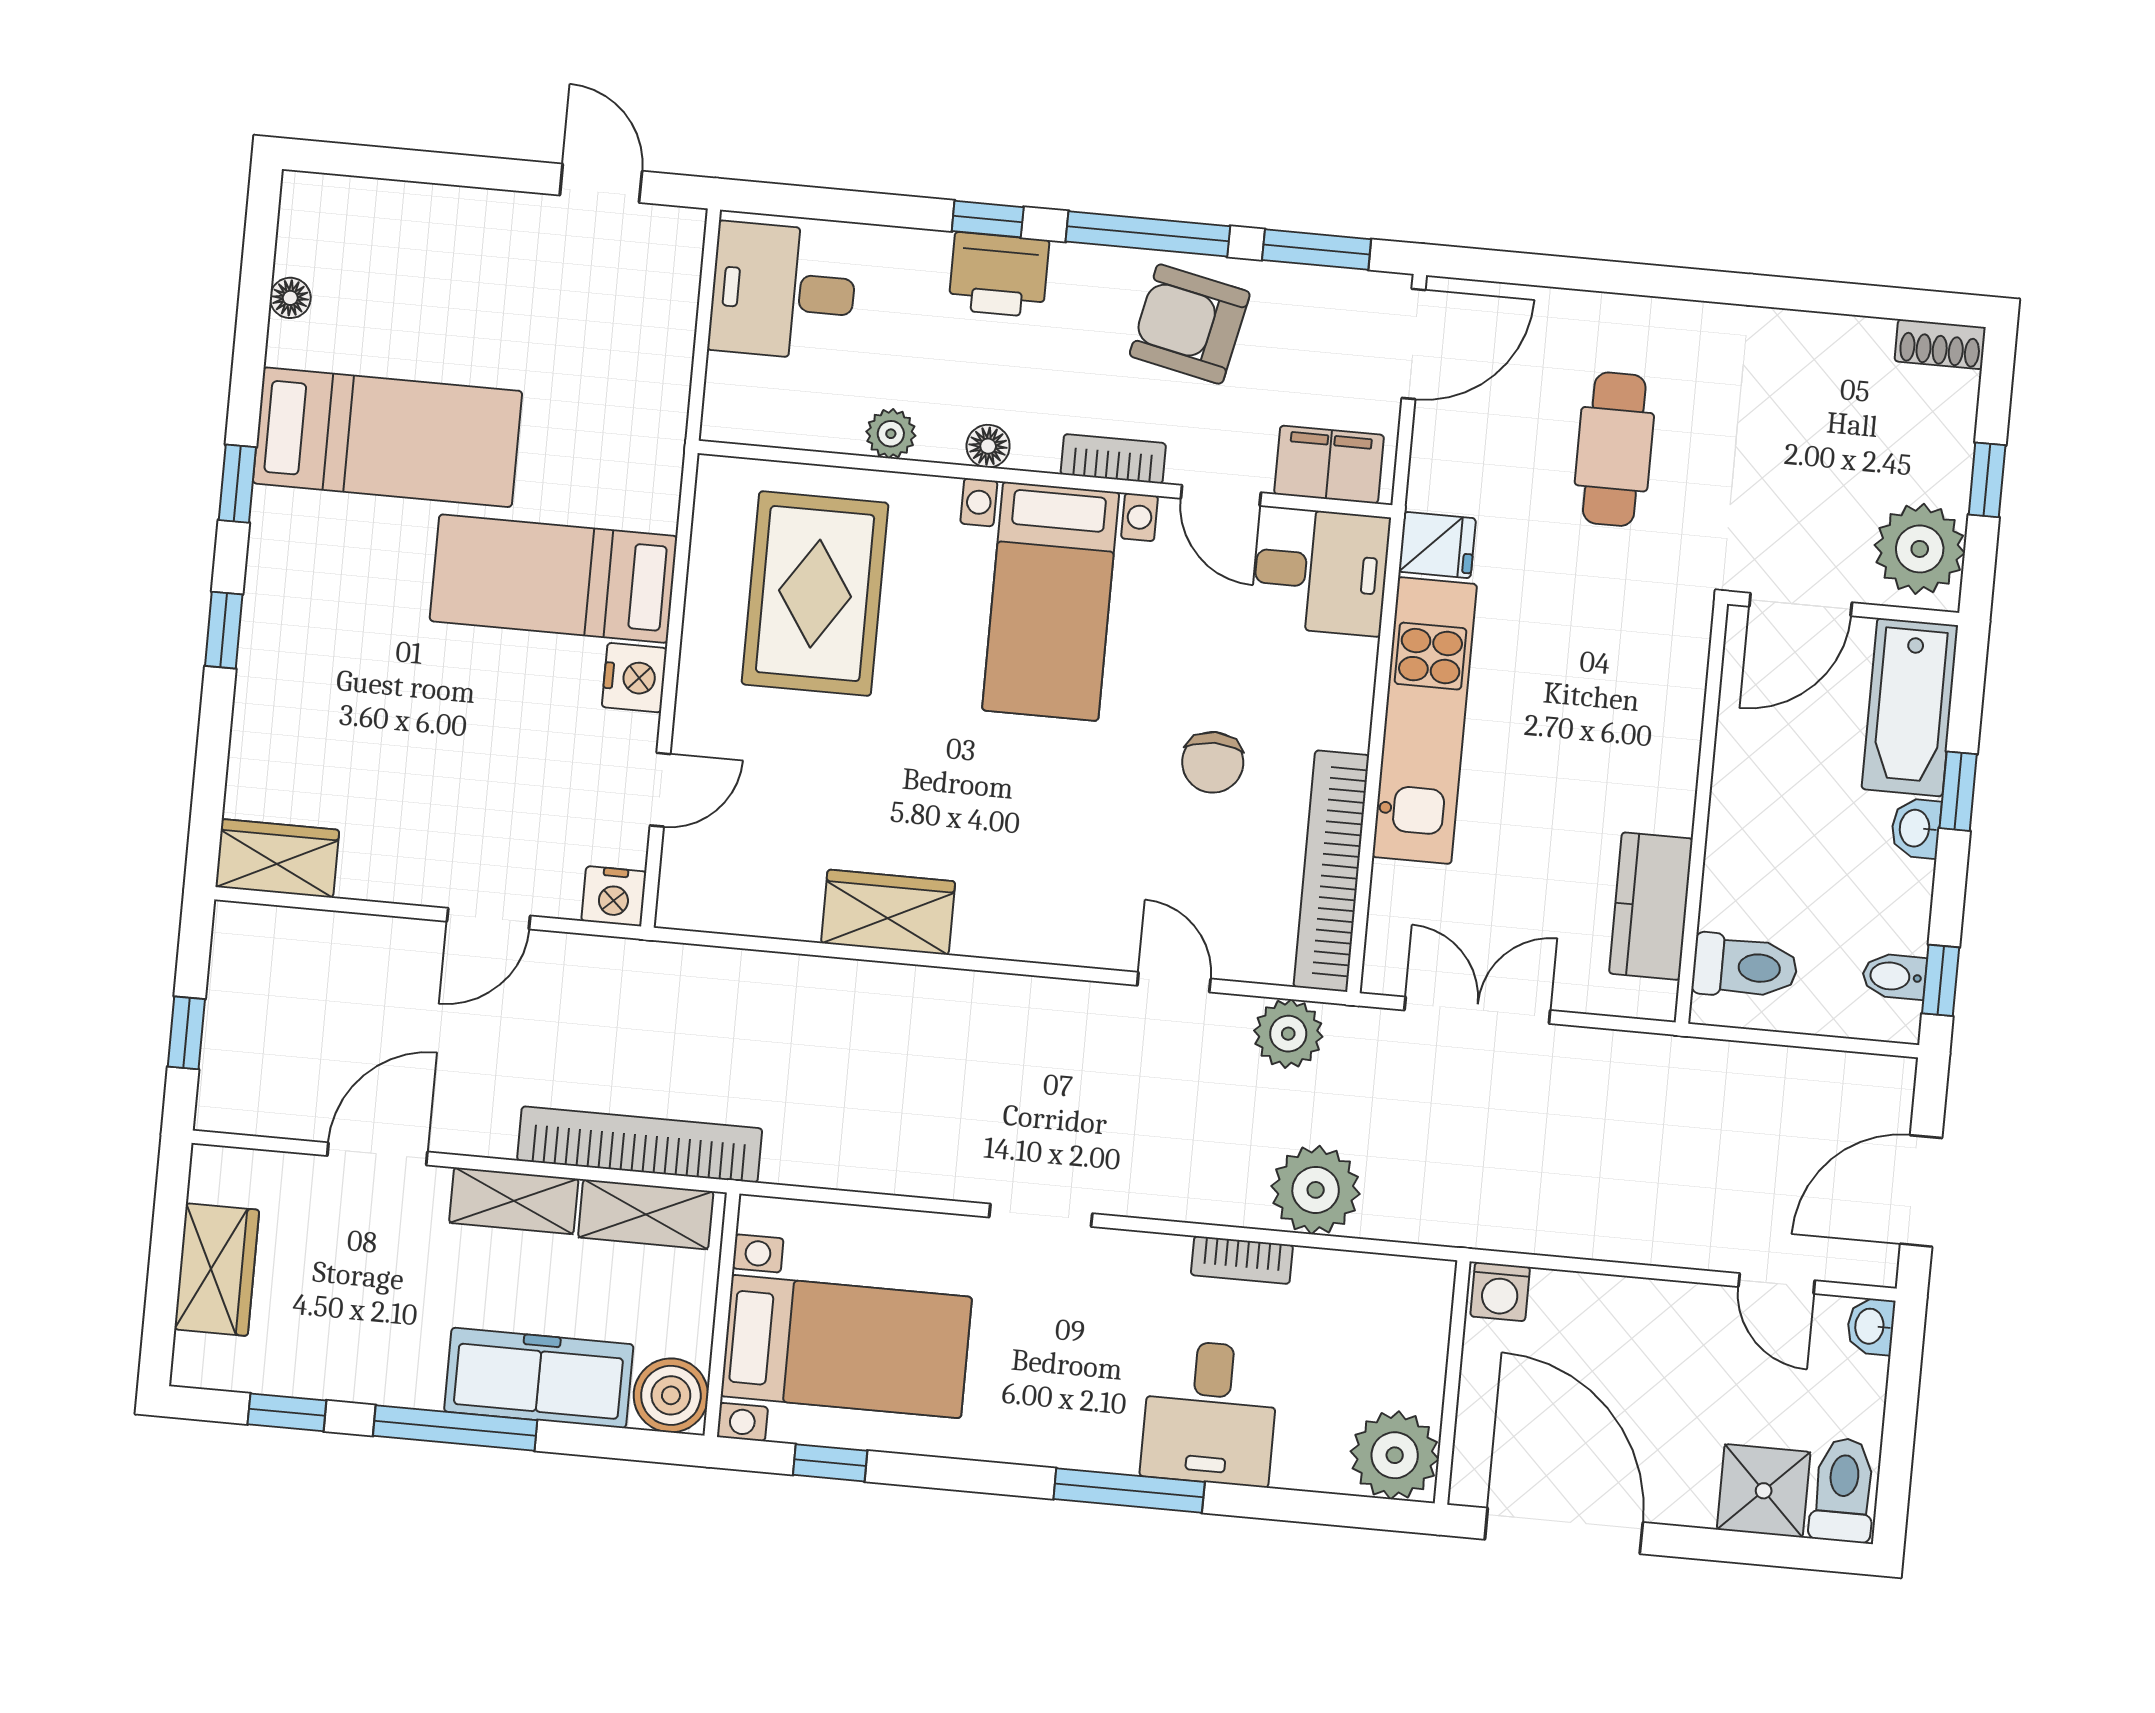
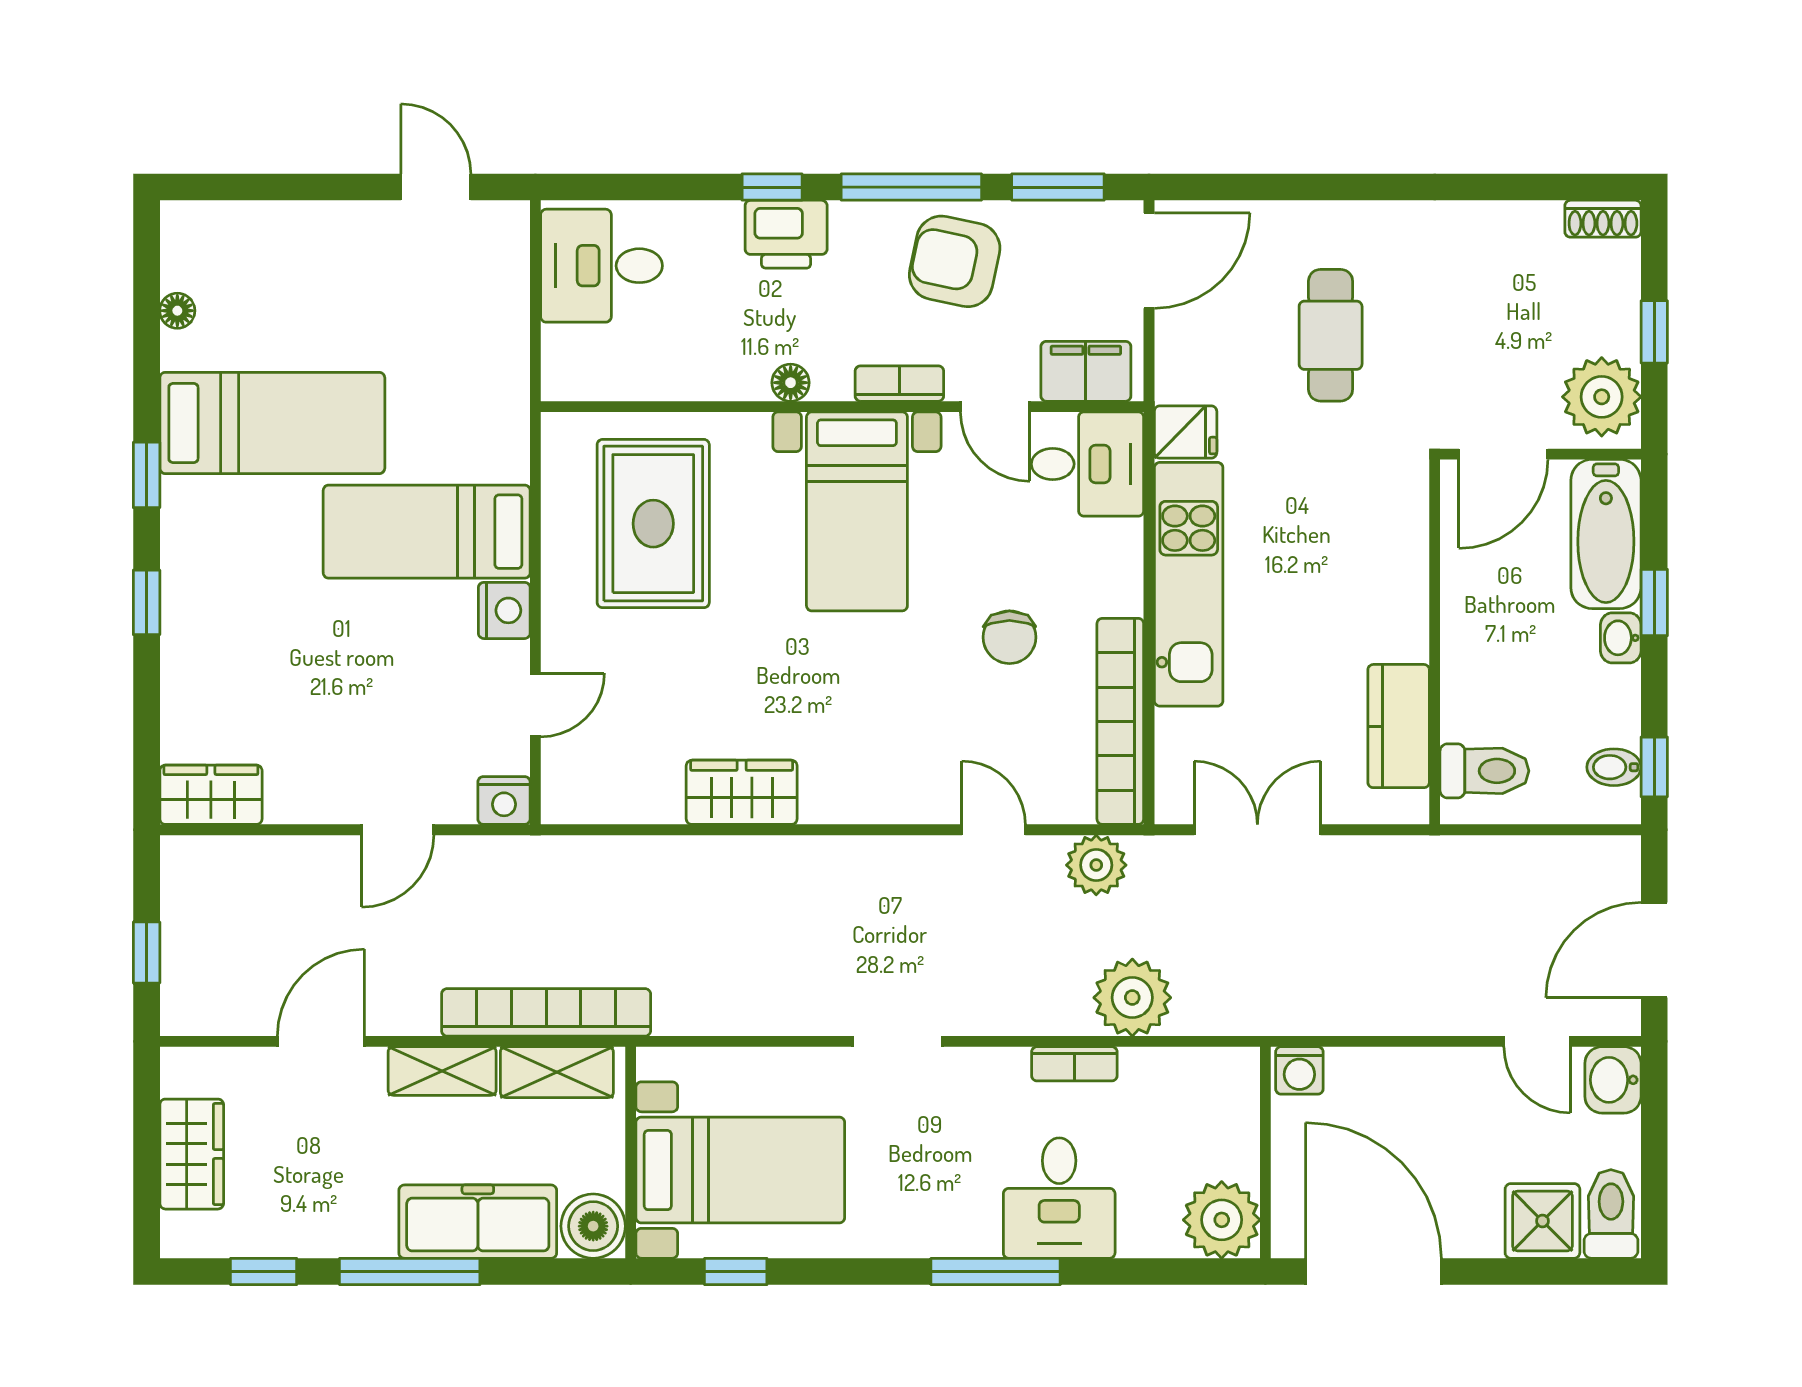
plant: (891, 434) -> (706, 380), removed
washbasin: (1871, 1326) -> (1613, 1080), width x1.38, depth x1.45

